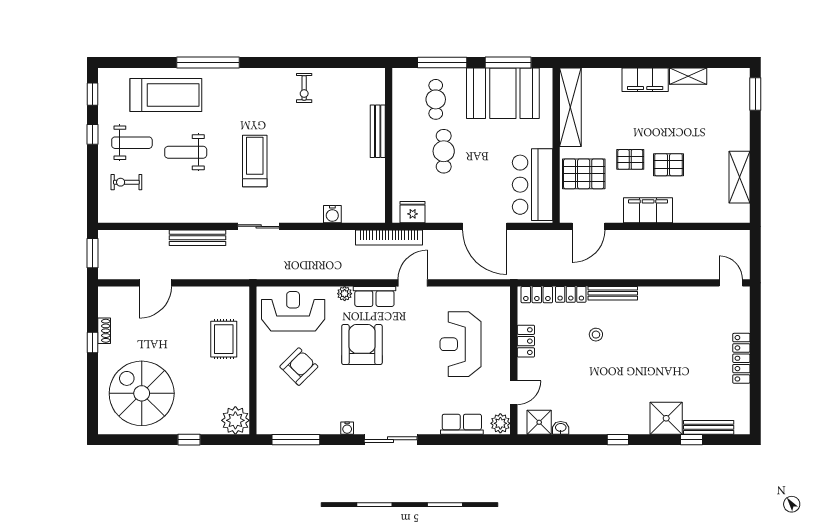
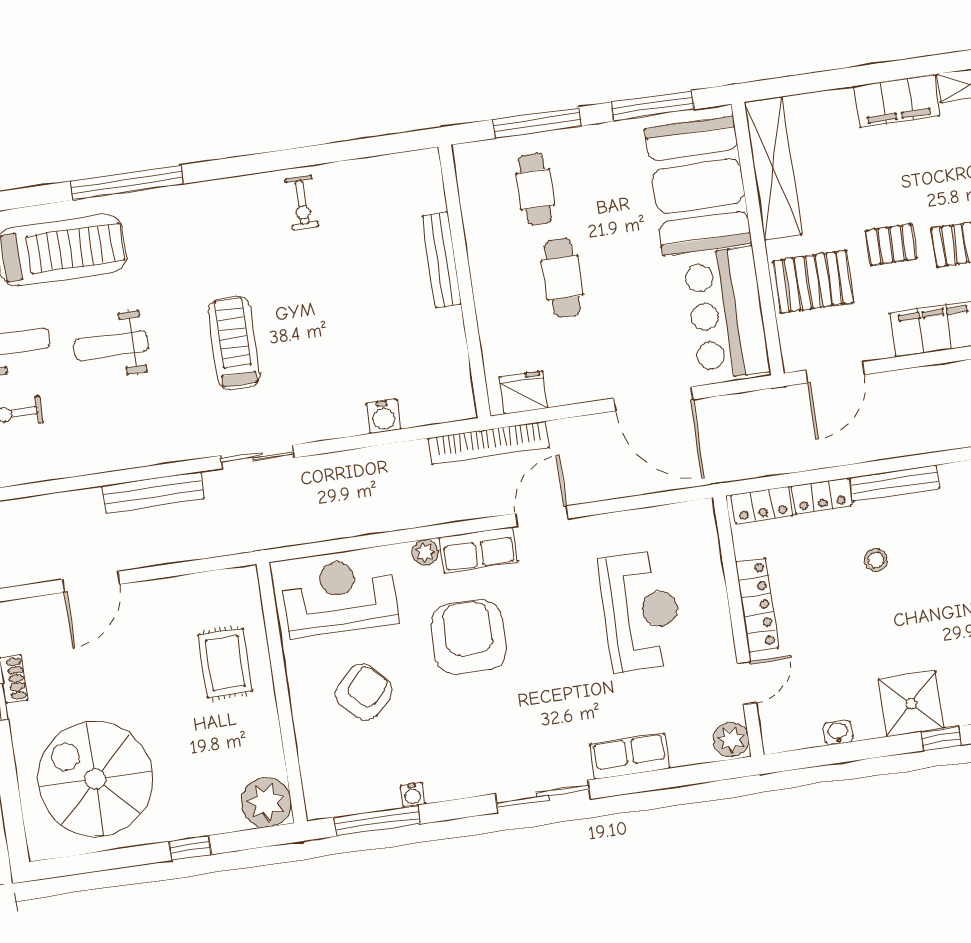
booth: (503, 93) -> (698, 186), moved, turned 90
locker: (526, 341) -> (757, 605), width x1.53
reception desk: (461, 344) -> (641, 611), turned 180
shower: (539, 422) -> (911, 704), moved, width x1.36, depth x1.36
row of seats: (462, 424) -> (630, 756), moved
water cooler: (347, 428) -> (413, 795), moved

